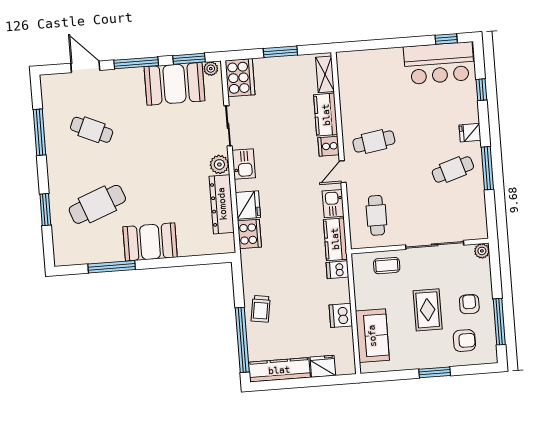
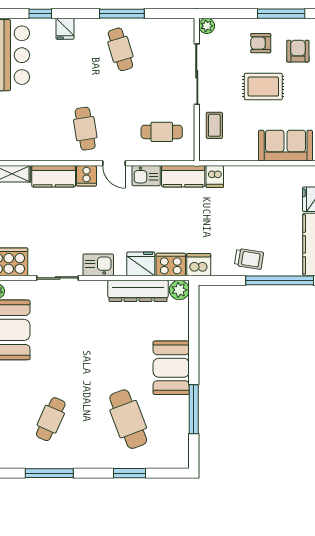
fridge: (470, 133) -> (65, 29), moved
plant: (219, 164) -> (179, 290), moved
dishwasher: (341, 315) -> (199, 265), moved, turned 180

